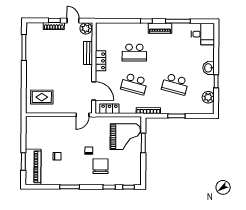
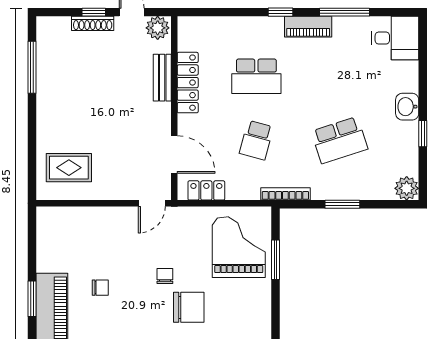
locker: (100, 61) -> (188, 83), width x1.53
school desk: (134, 84) -> (256, 140), width x0.54
school desk: (175, 84) -> (340, 140), turned -33
plant: (208, 97) -> (407, 188), moved
grand piano: (125, 137) -> (239, 247), turned -90
chair: (100, 166) -> (189, 307), turned 90

